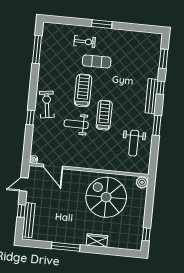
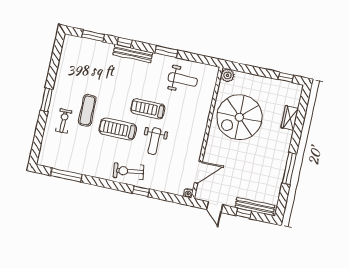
wardrobe: (97, 241) -> (290, 118), moved

